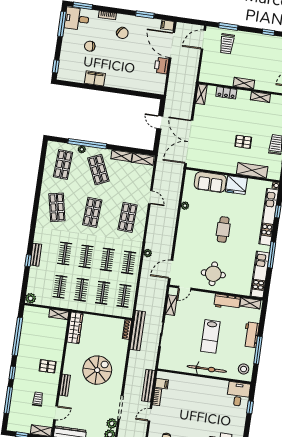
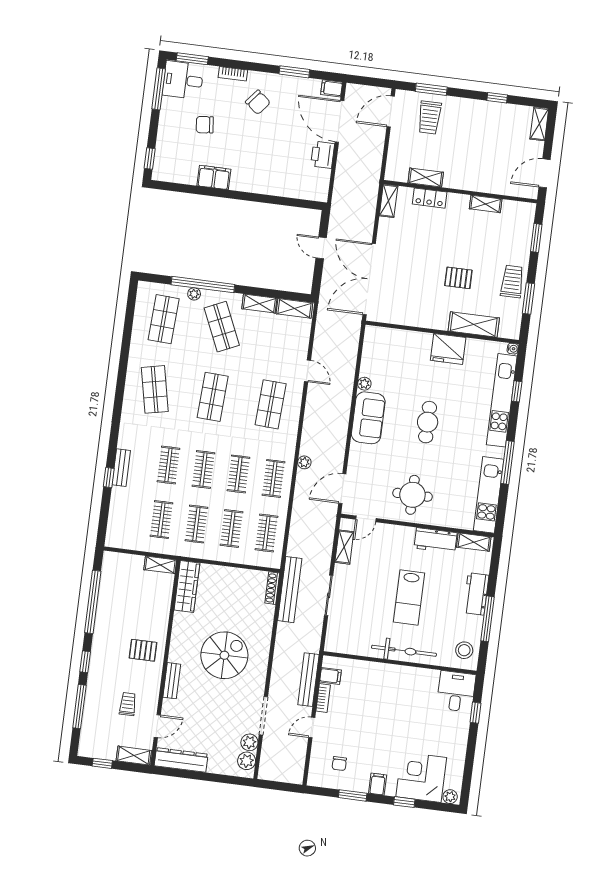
shelving: (244, 83) -> (426, 178), moved
sofa: (210, 182) -> (368, 418), moved, turned -90
plant: (31, 298) -> (114, 539), removed

